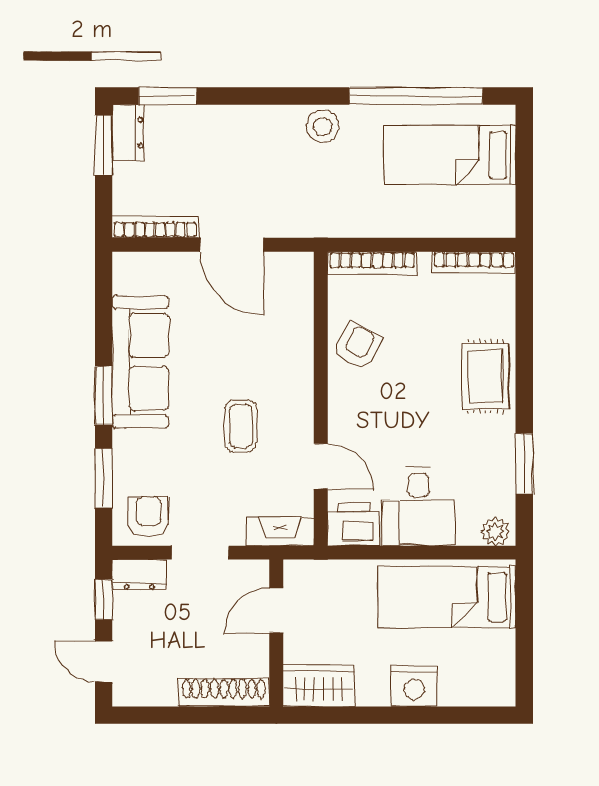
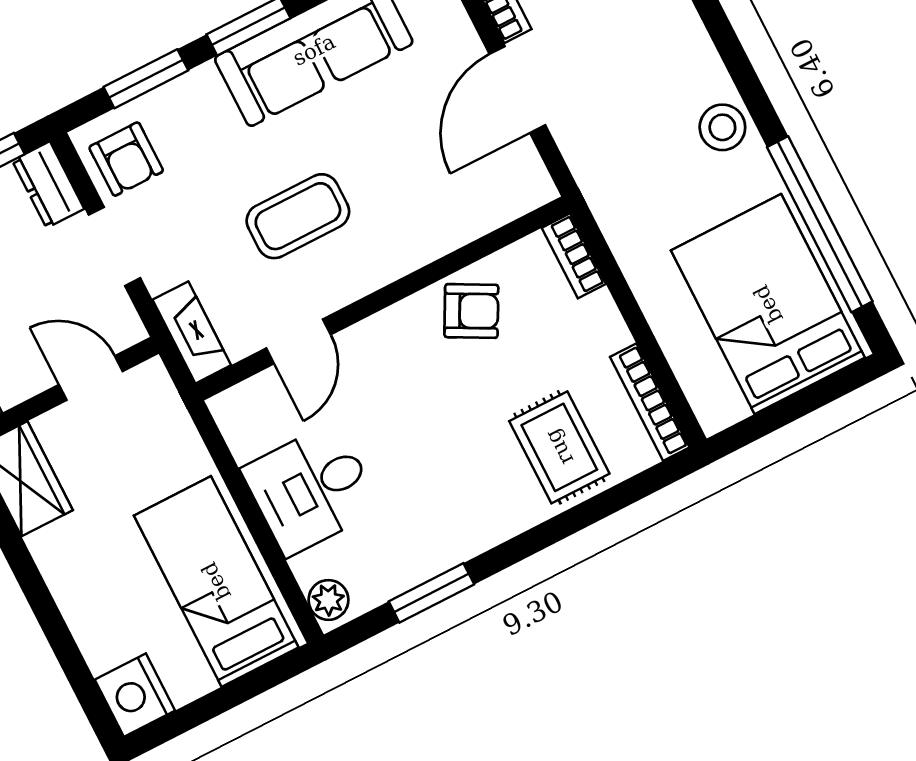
bed: (450, 155) -> (768, 304), width x1.50
bookcase: (372, 263) -> (574, 256), width x0.64
rug: (485, 376) -> (559, 447), moved, turned 90
coffee table: (241, 426) -> (298, 216), width x1.36, depth x1.30
armchair: (148, 517) -> (126, 159), turned 90
printer: (354, 524) -> (247, 419), removed
nightstand: (414, 686) -> (135, 695), moved

